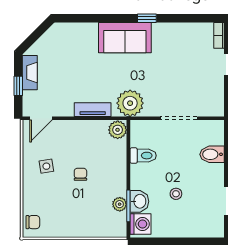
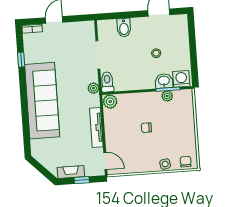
window: (147, 18) -> (21, 60), moved
sofa: (125, 38) -> (42, 101), width x1.85, depth x1.27
plant: (130, 103) -> (93, 88), width x0.53, depth x0.53
tv unit: (93, 110) -> (96, 127), width x1.41
toilet: (143, 156) -> (107, 82), moved
side table: (46, 166) -> (165, 164), moved

